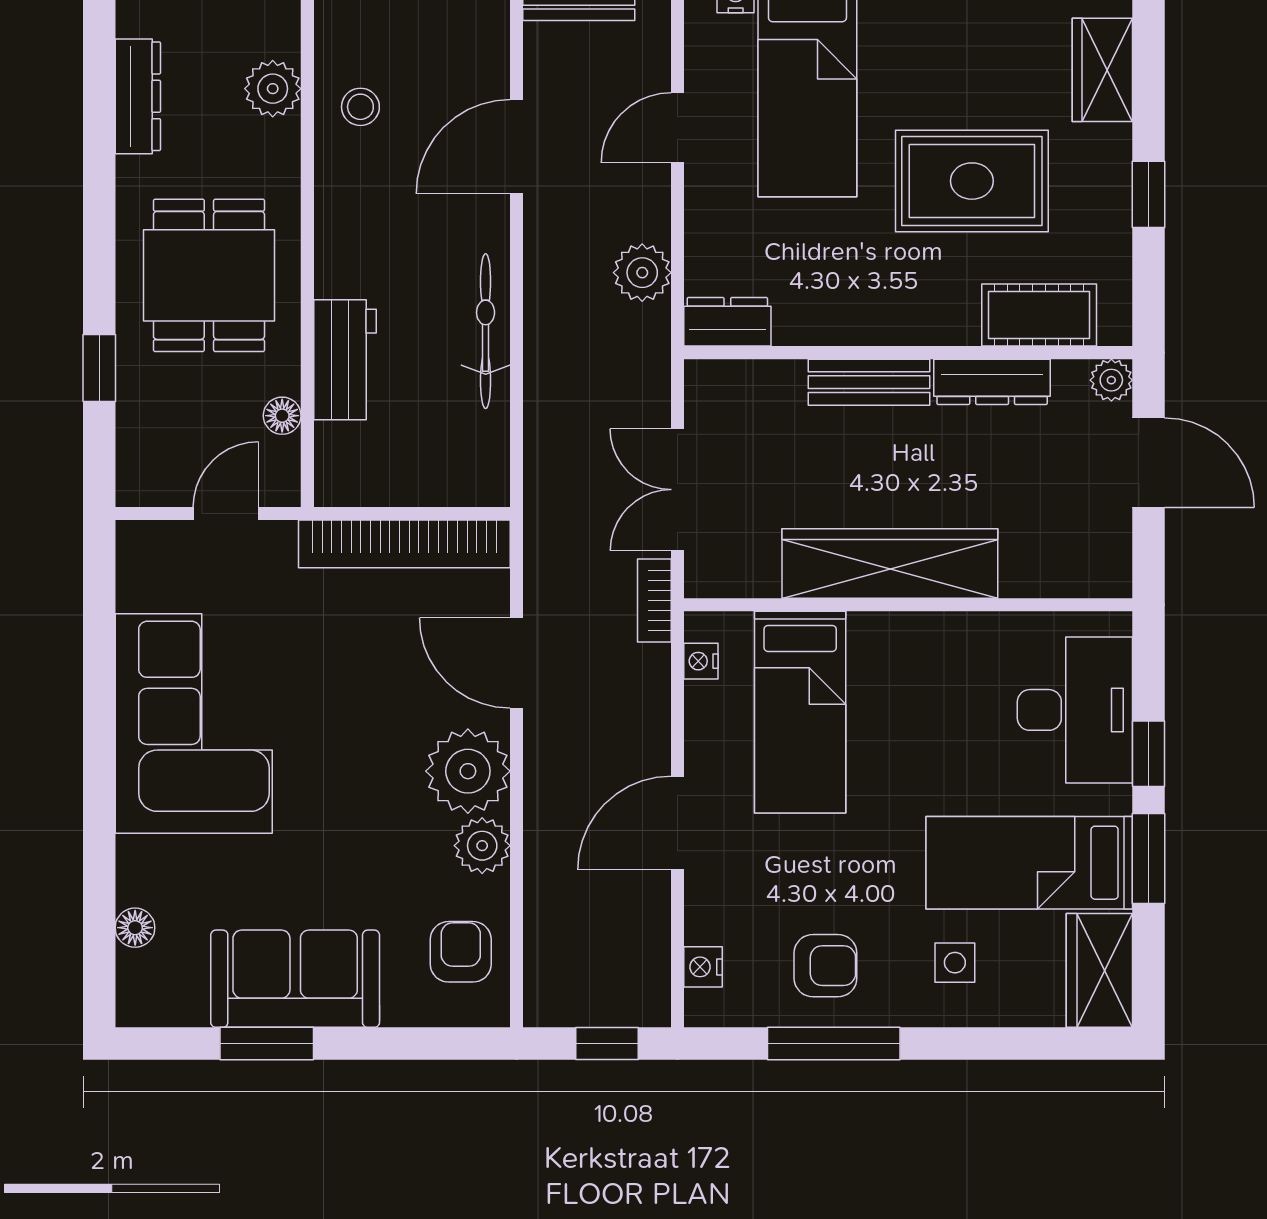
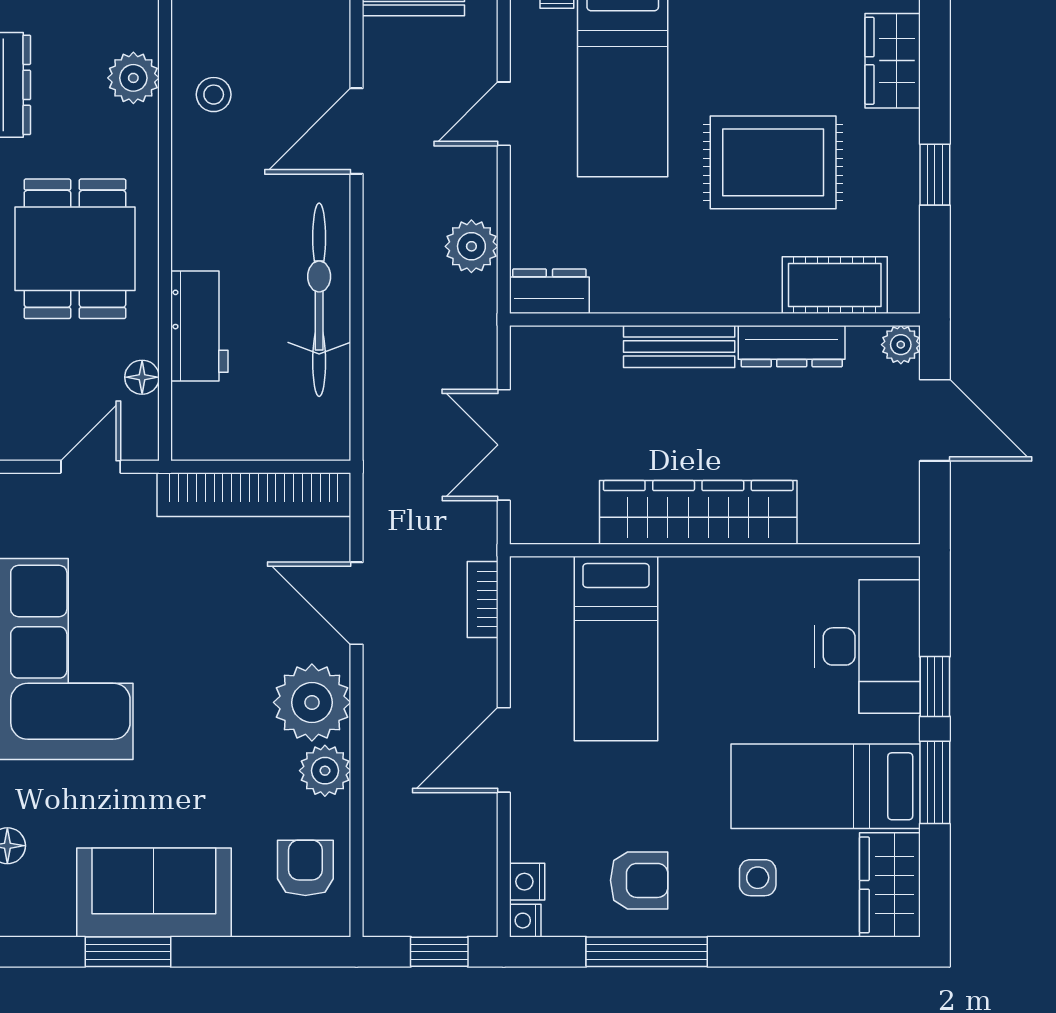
bicycle: (486, 331) -> (319, 300), width x1.37, depth x1.40
bookcase: (654, 600) -> (483, 599), moved
nightstand: (701, 661) -> (525, 921), moved

